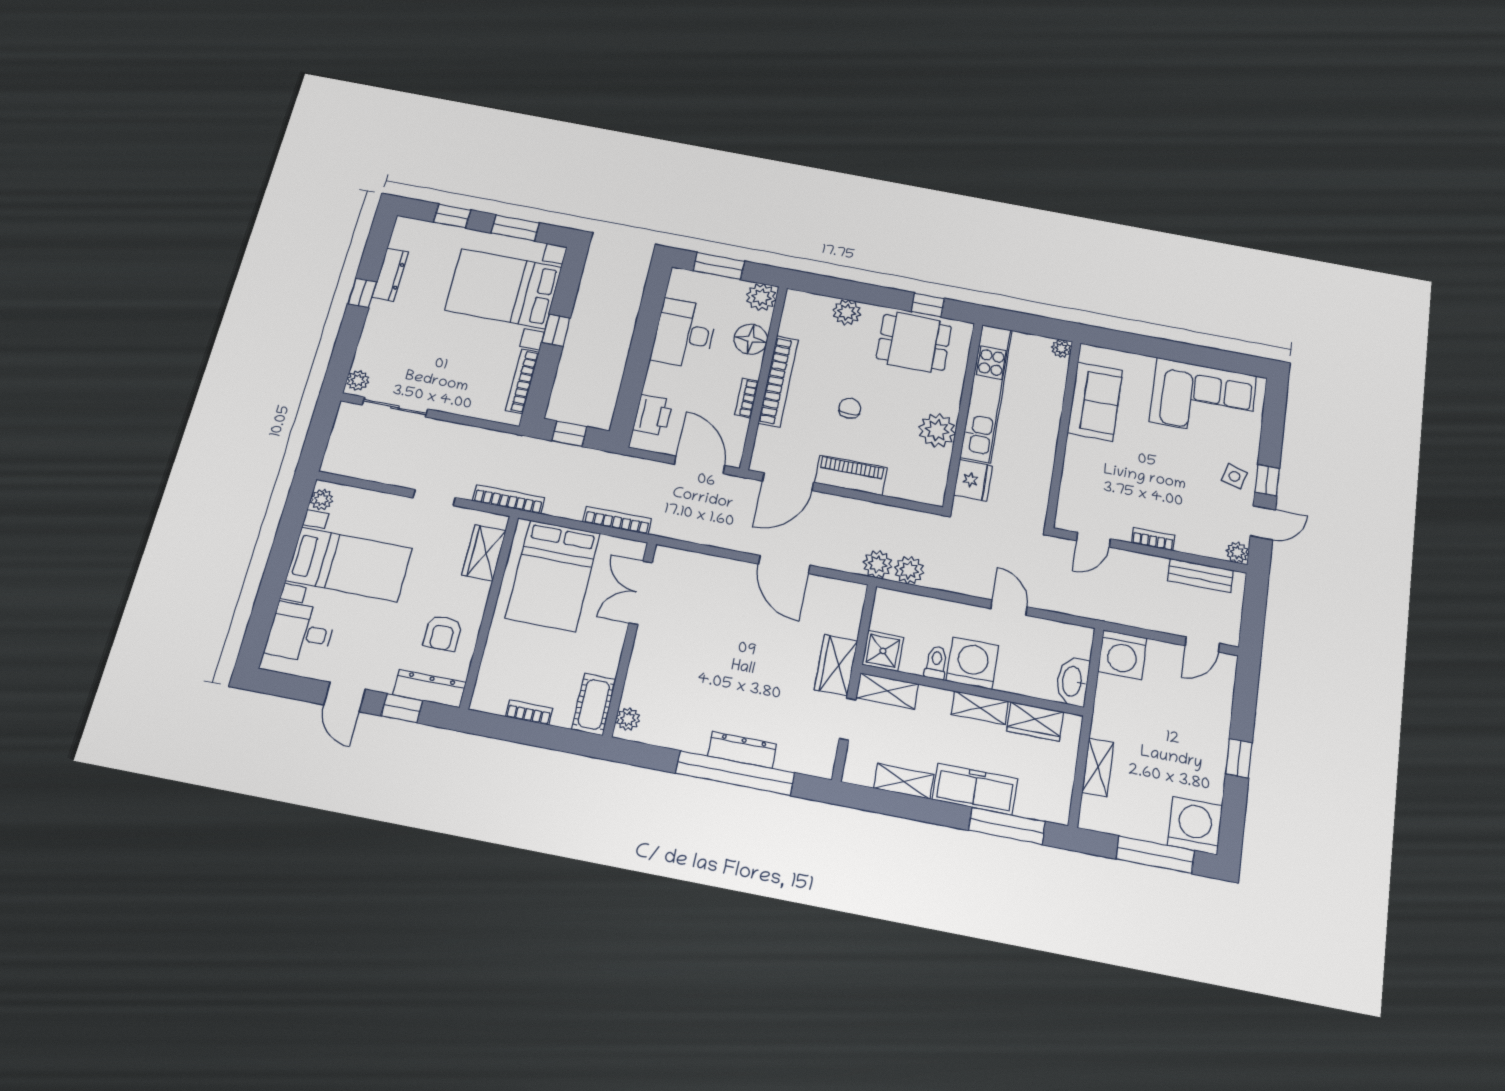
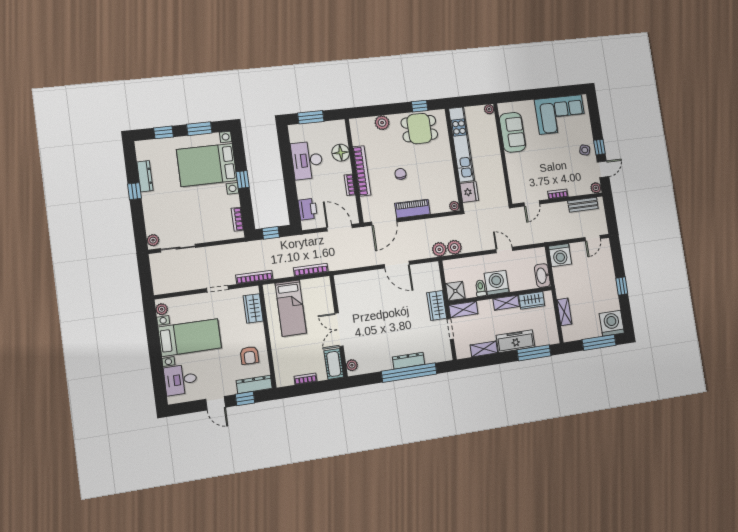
plant: (761, 297) -> (338, 128), removed
bookcase: (522, 381) -> (237, 219), width x0.64
plant: (937, 430) -> (454, 206), moved, width x0.53, depth x0.53
bed: (553, 575) -> (291, 308), width x0.67
double door: (640, 593) -> (339, 330), moved

